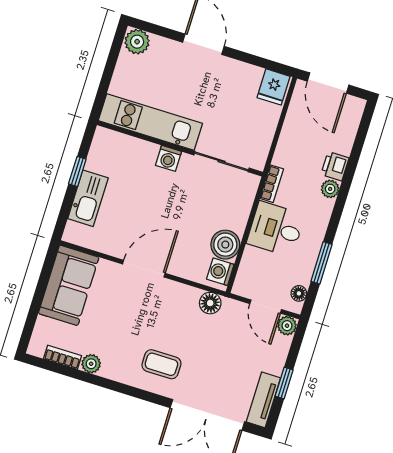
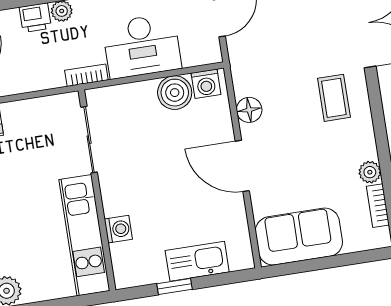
washing machine: (168, 158) -> (118, 229), moved
desk: (276, 229) -> (142, 46), width x1.37
floor lamp: (210, 303) -> (249, 110), moved

